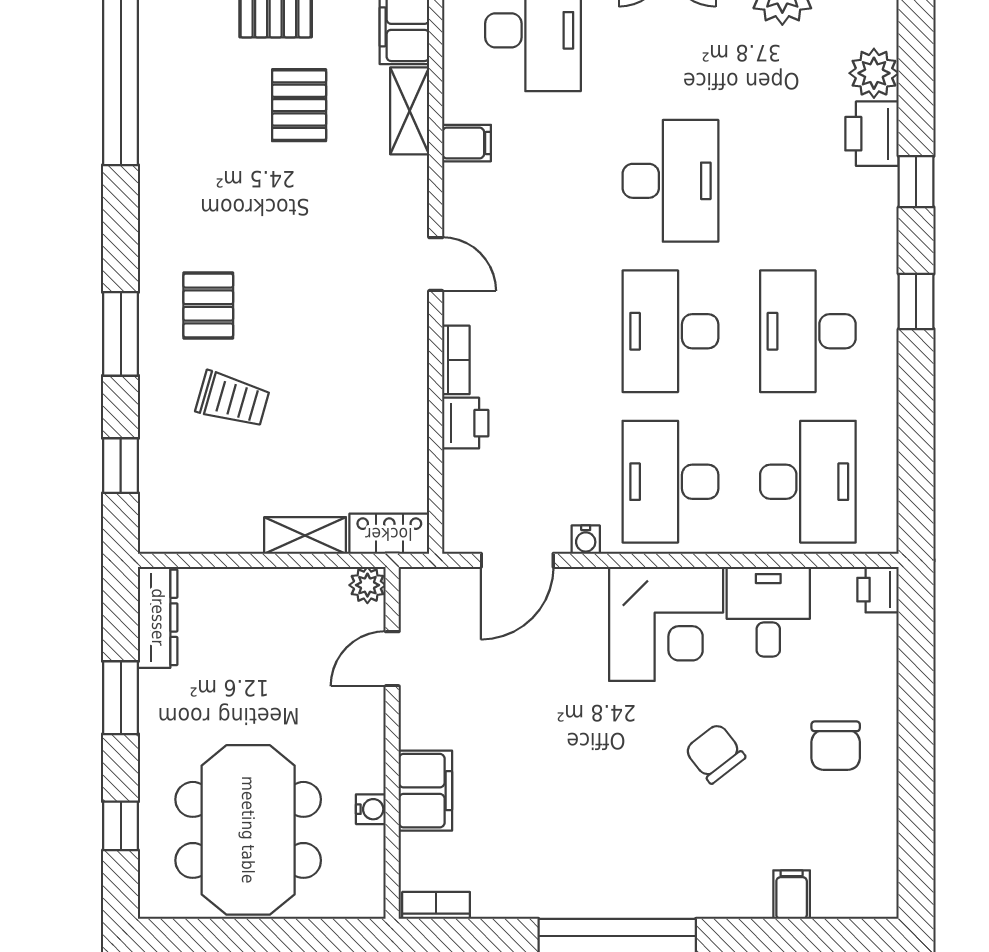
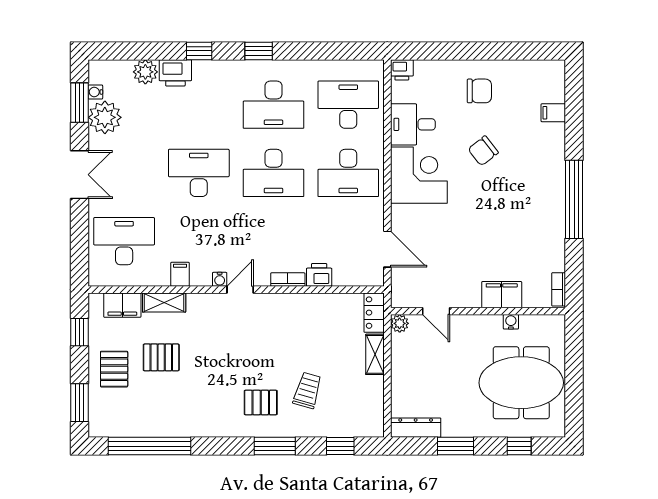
water cooler: (586, 540) -> (220, 279), moved, turned 90

